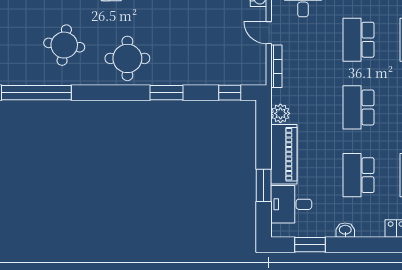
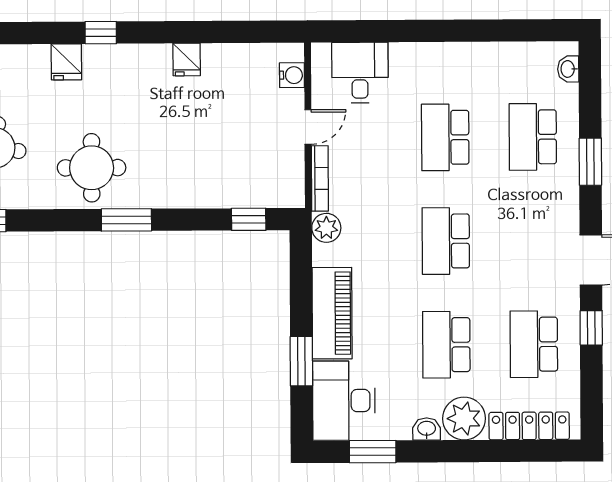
door: (269, 33) -> (308, 127), swing flipped
window: (166, 93) -> (126, 220), moved
plant: (280, 113) -> (326, 228), moved
desk: (291, 204) -> (344, 401), width x1.37
plant: (370, 223) -> (464, 419), added

